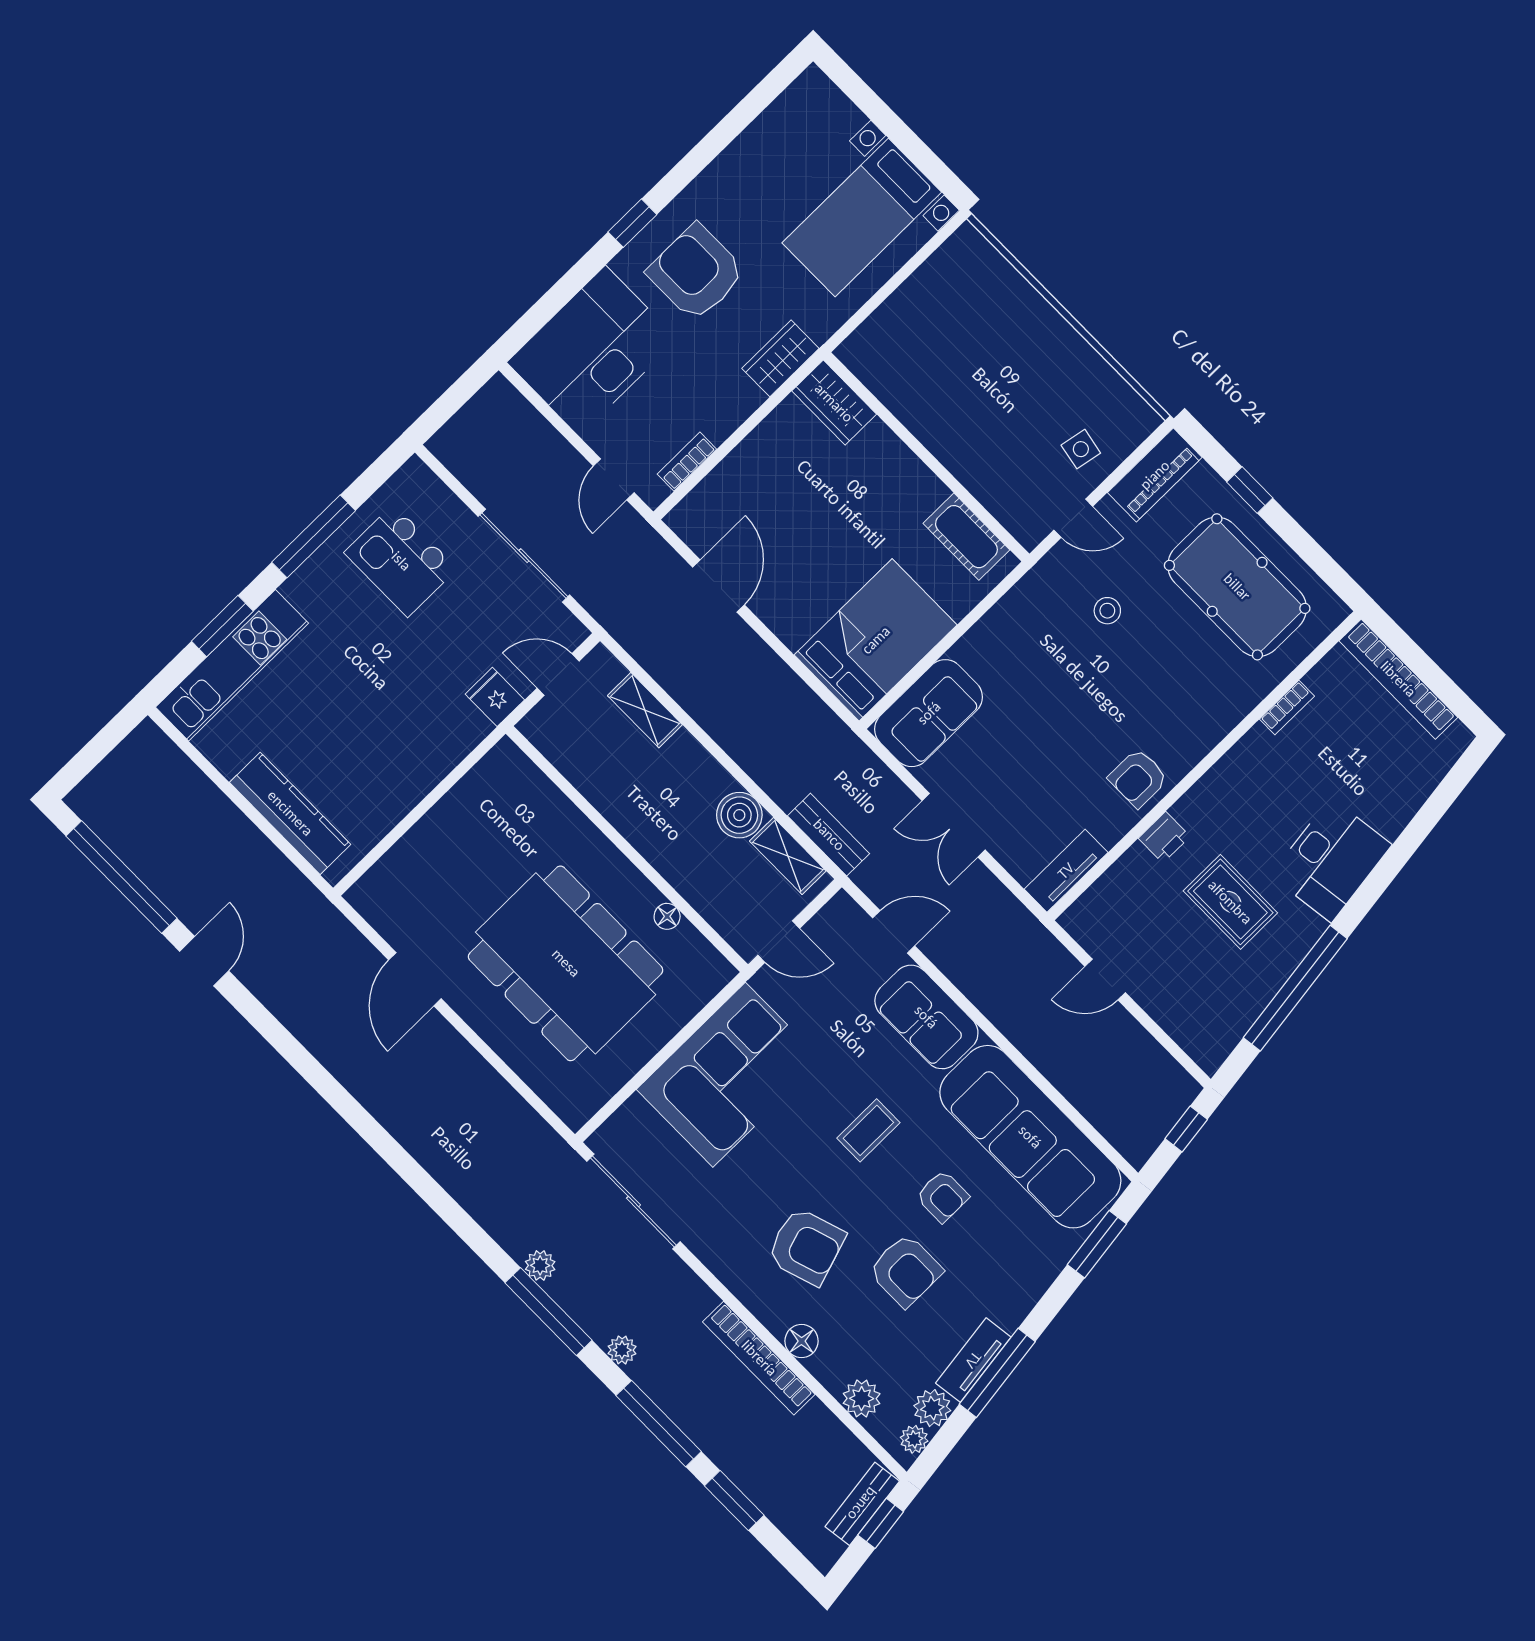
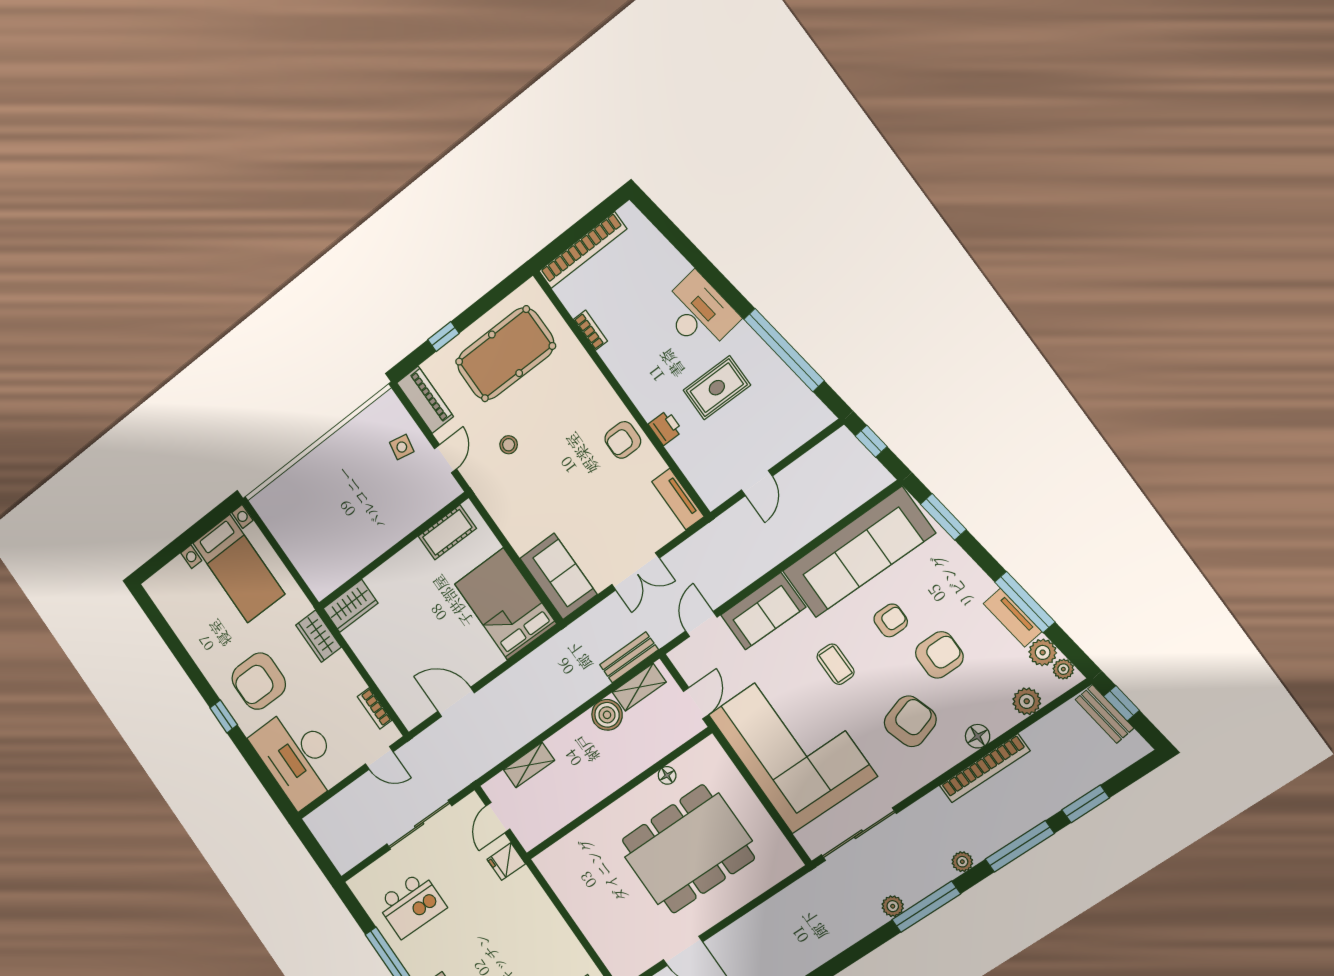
armchair: (1138, 778) -> (623, 440), turned 90
corner sofa: (729, 1075) -> (793, 745), width x1.36, depth x1.36

